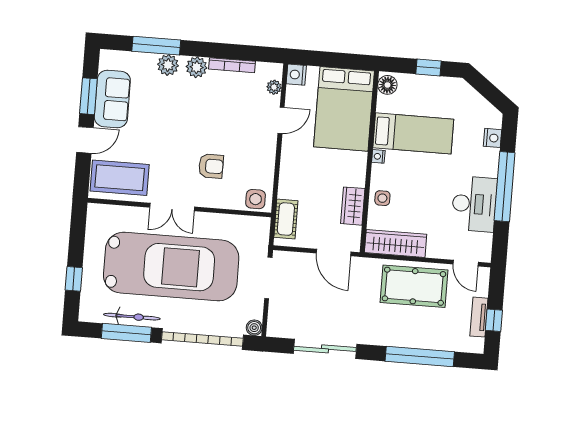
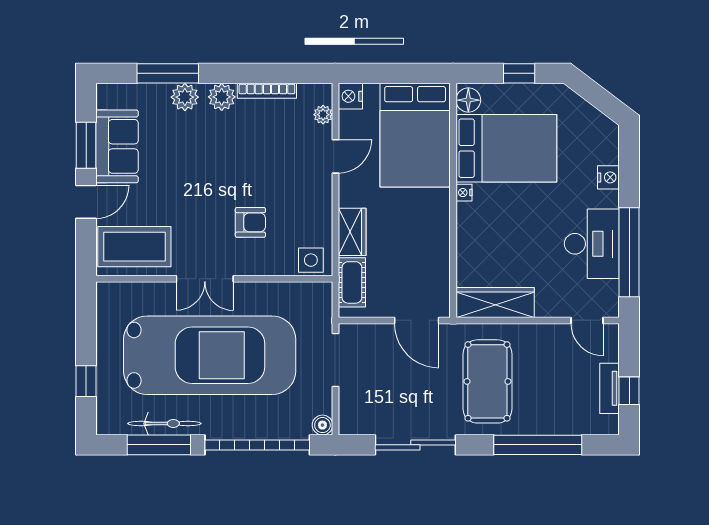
bed: (413, 133) -> (506, 148), width x1.50
nightstand: (492, 138) -> (608, 177), moved
window: (505, 187) -> (629, 252), moved
side table: (382, 198) -> (474, 246), removed
wardrobe: (353, 206) -> (352, 232), moved, turned 180
pool table: (414, 286) -> (487, 381), moved, turned 90

